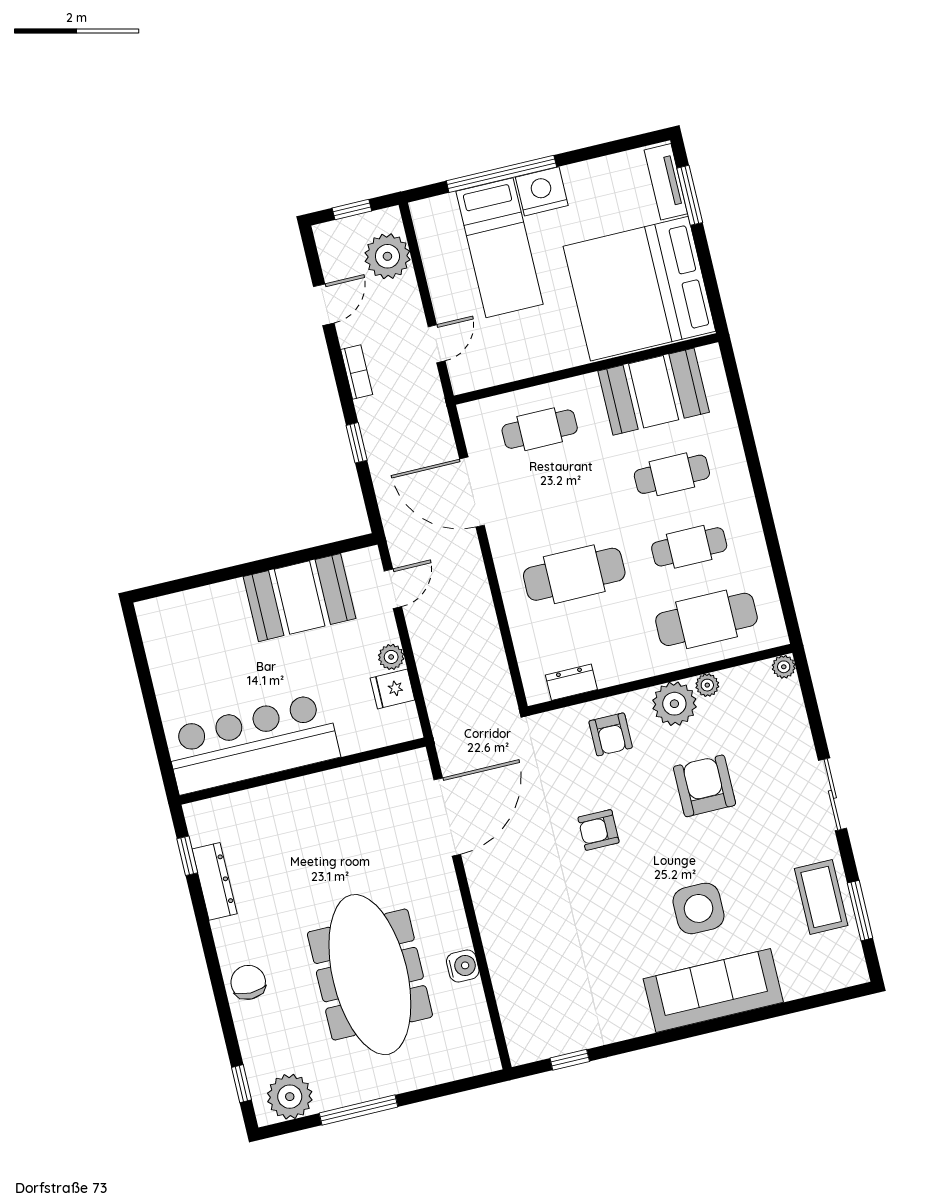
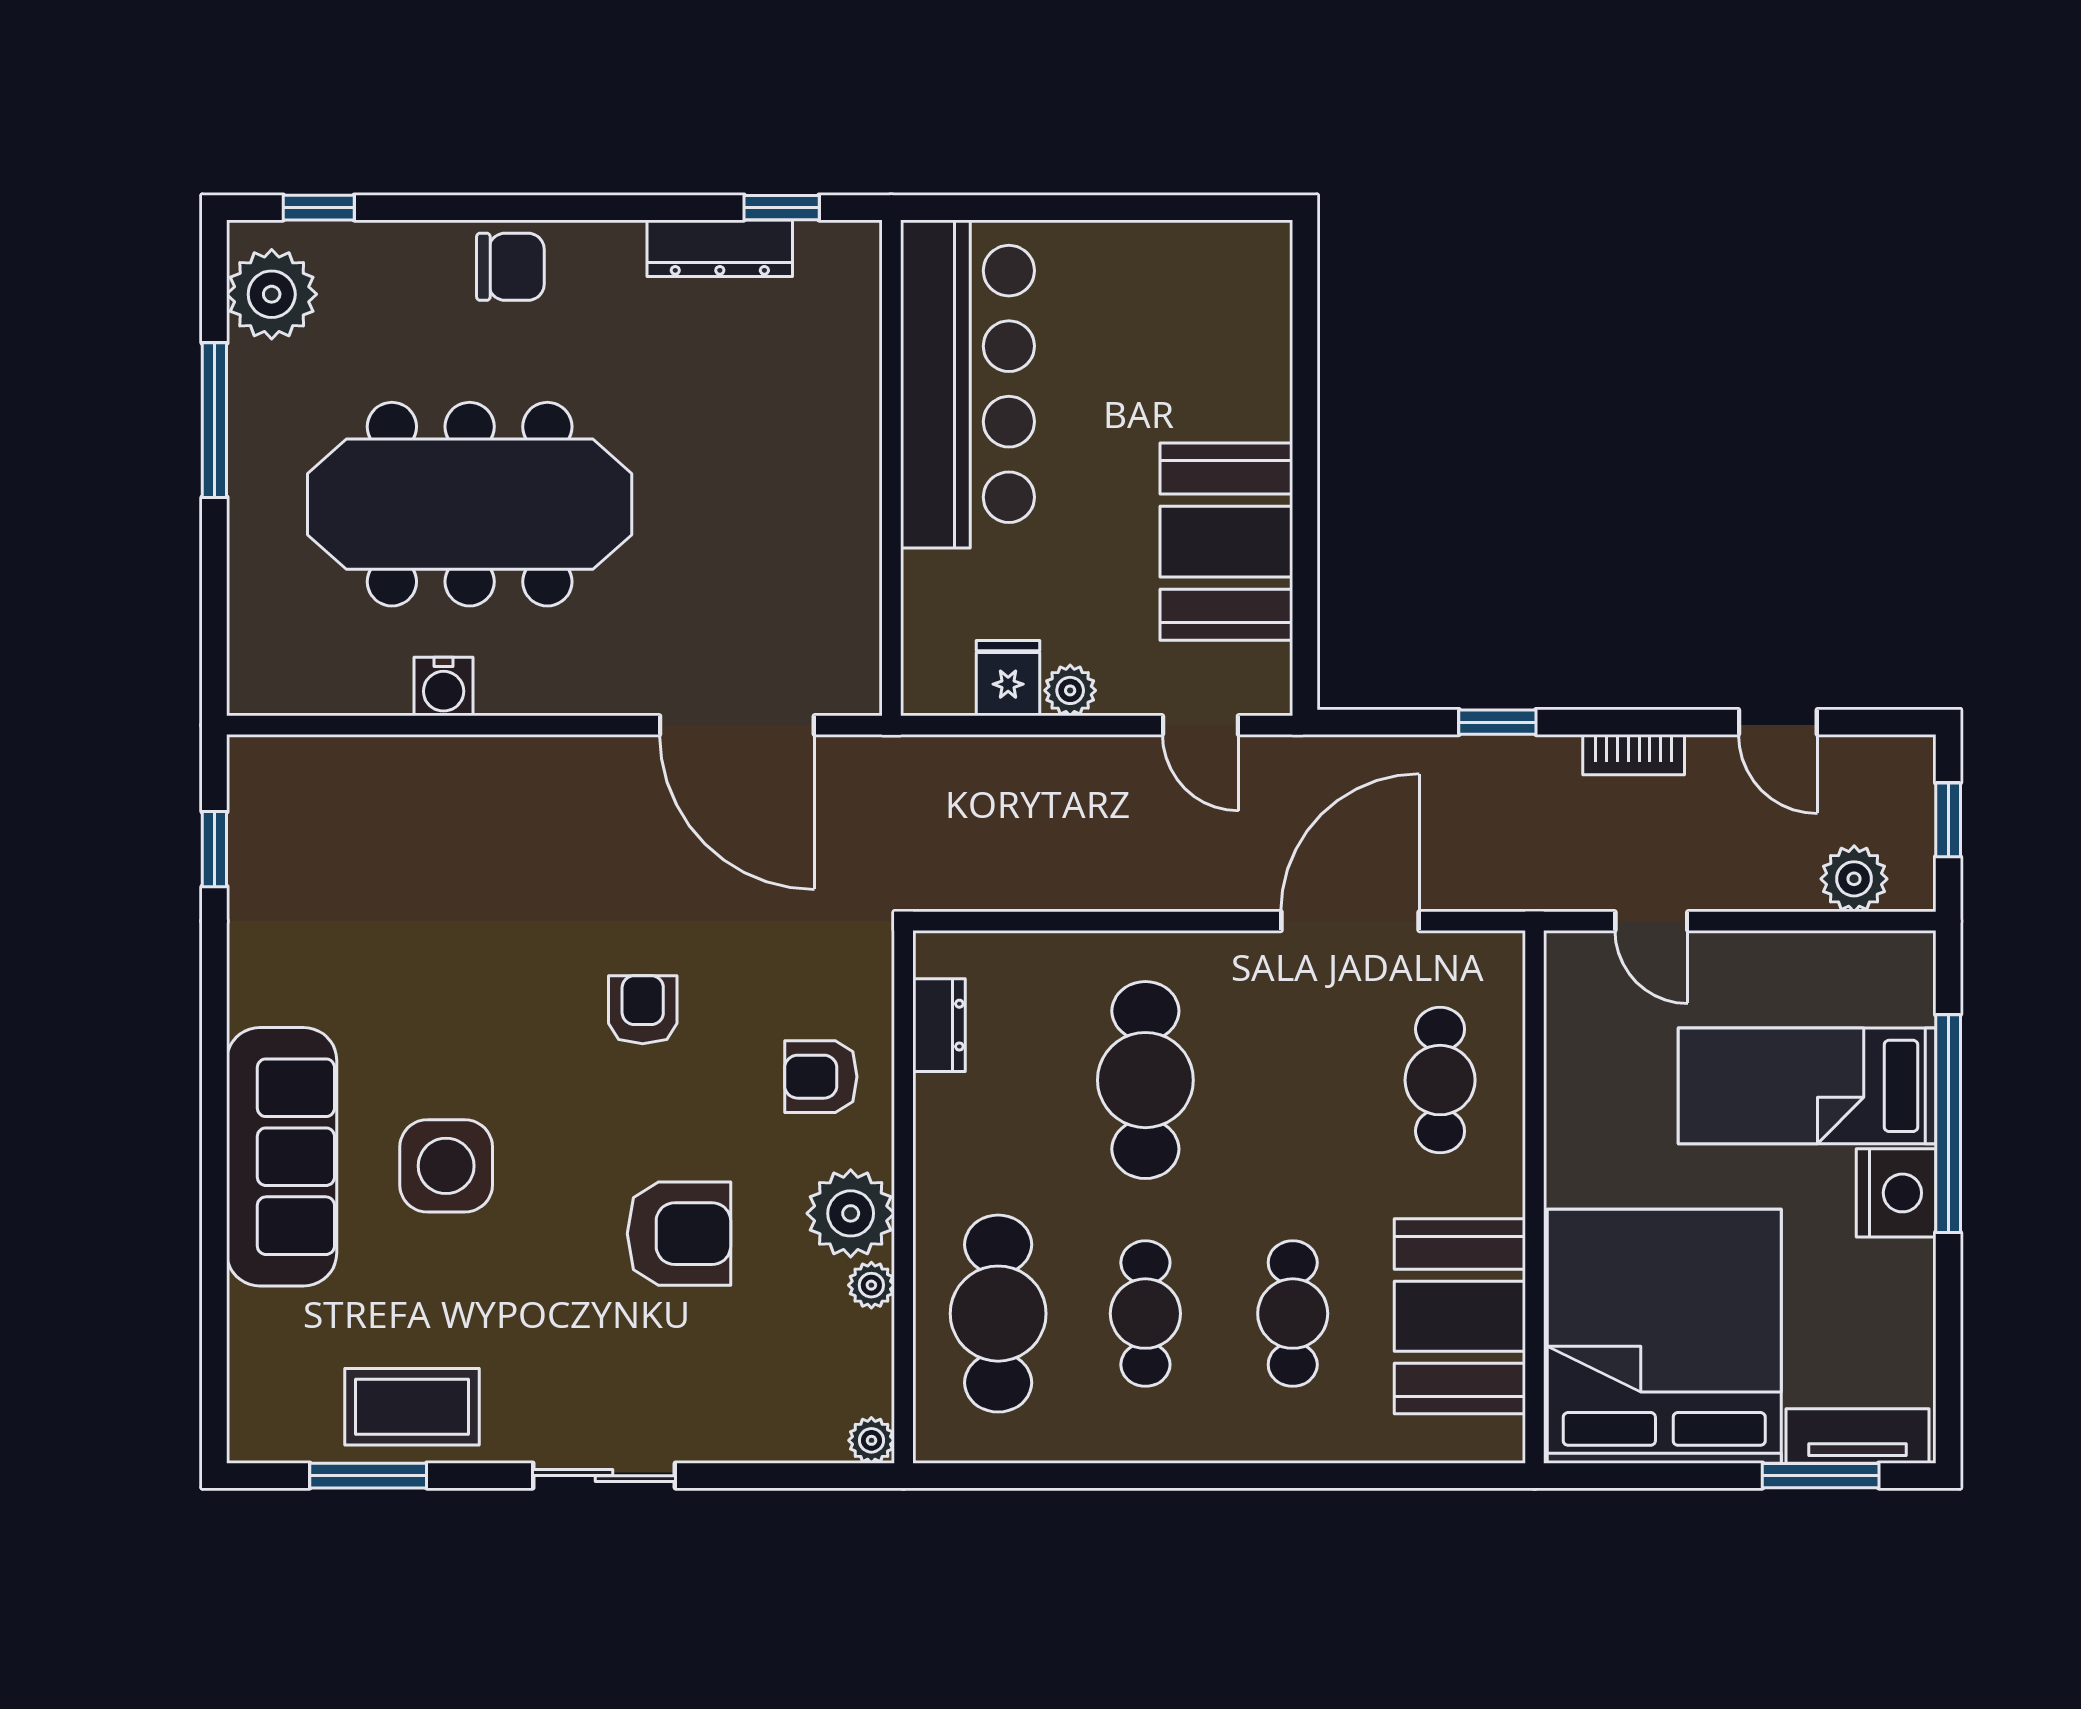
plant: (387, 256) -> (1854, 879), width x0.73, depth x0.73

